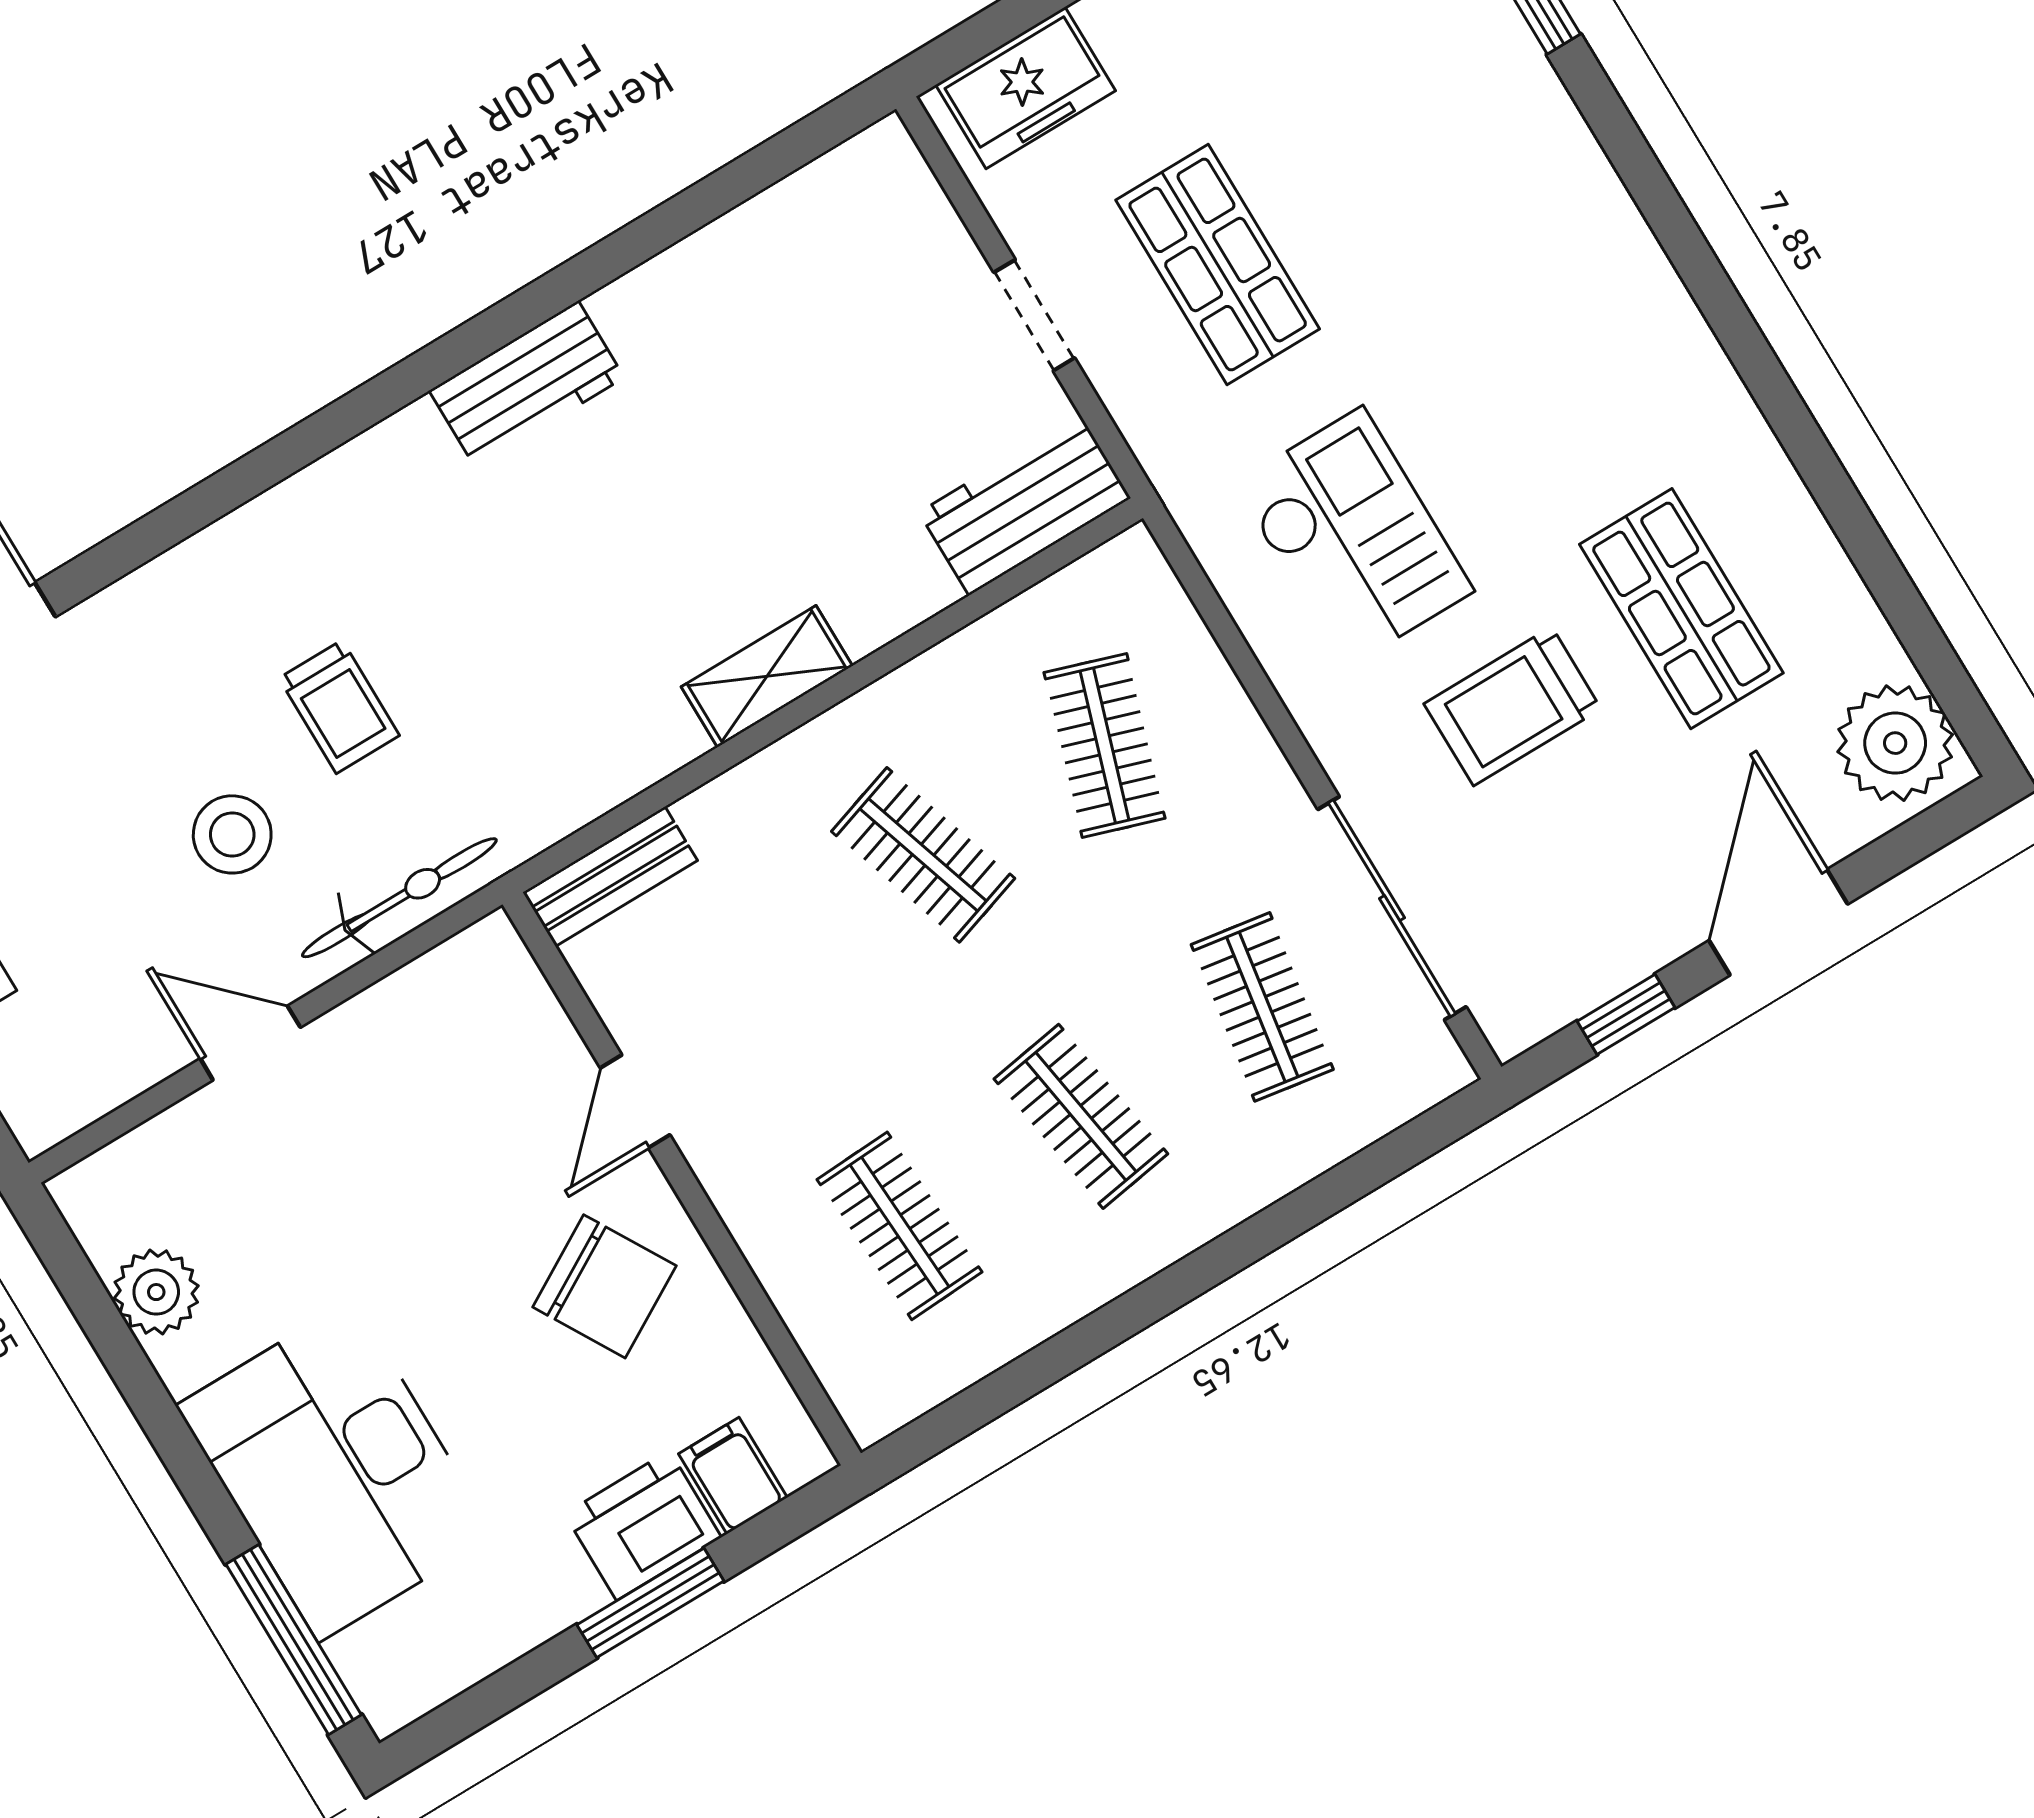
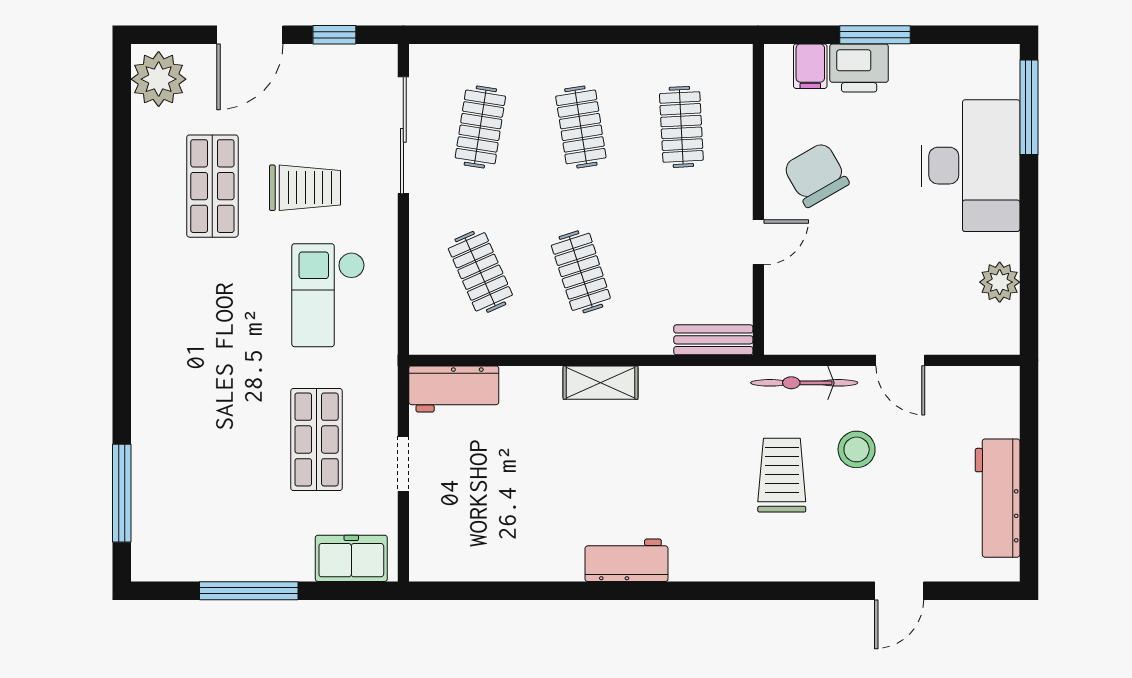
trolley: (339, 707) -> (782, 475), width x1.36, depth x1.39
clothes rail: (1104, 745) -> (480, 272), turned -42

